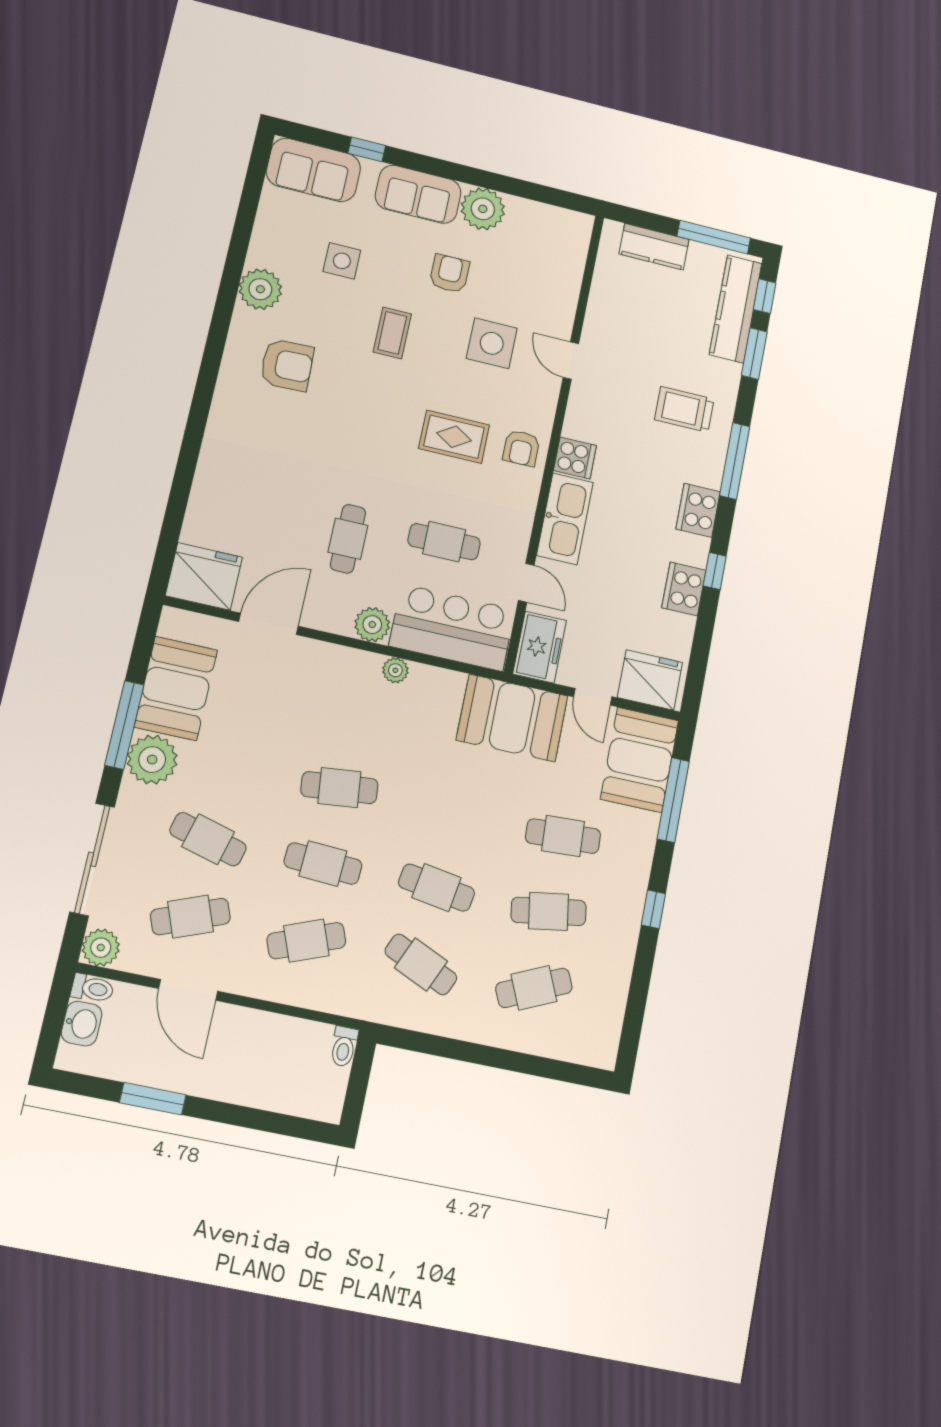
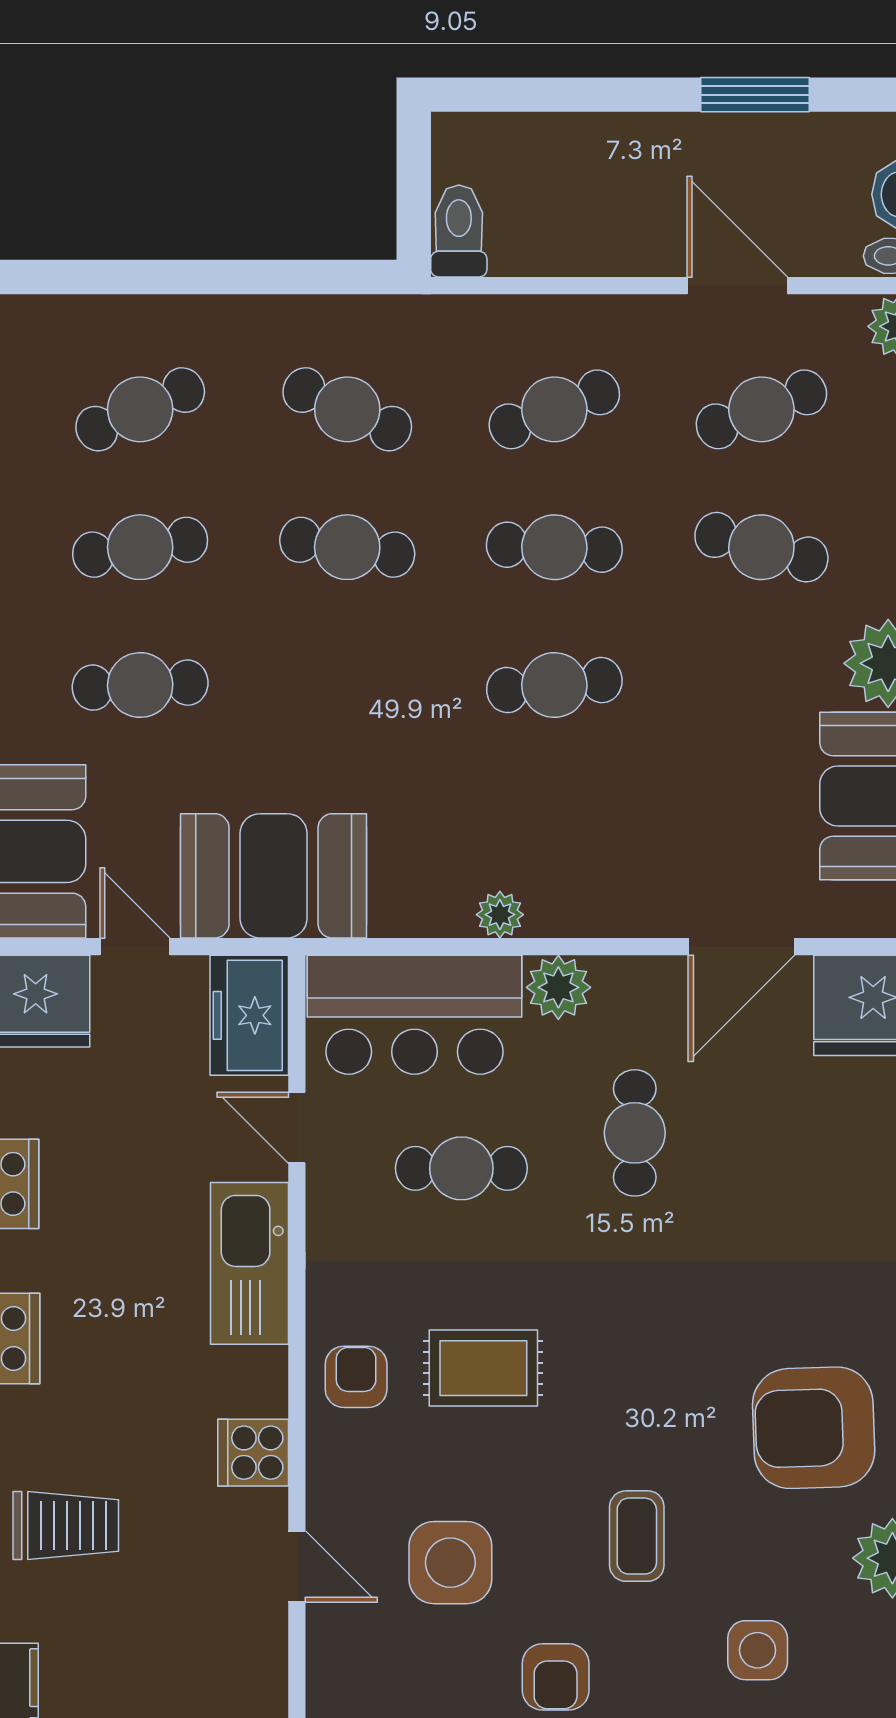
armchair: (287, 365) -> (814, 1428), width x1.36, depth x1.36
cooker: (575, 458) -> (253, 1453), moved
toilet: (344, 1047) -> (459, 231), width x1.37, depth x1.39

